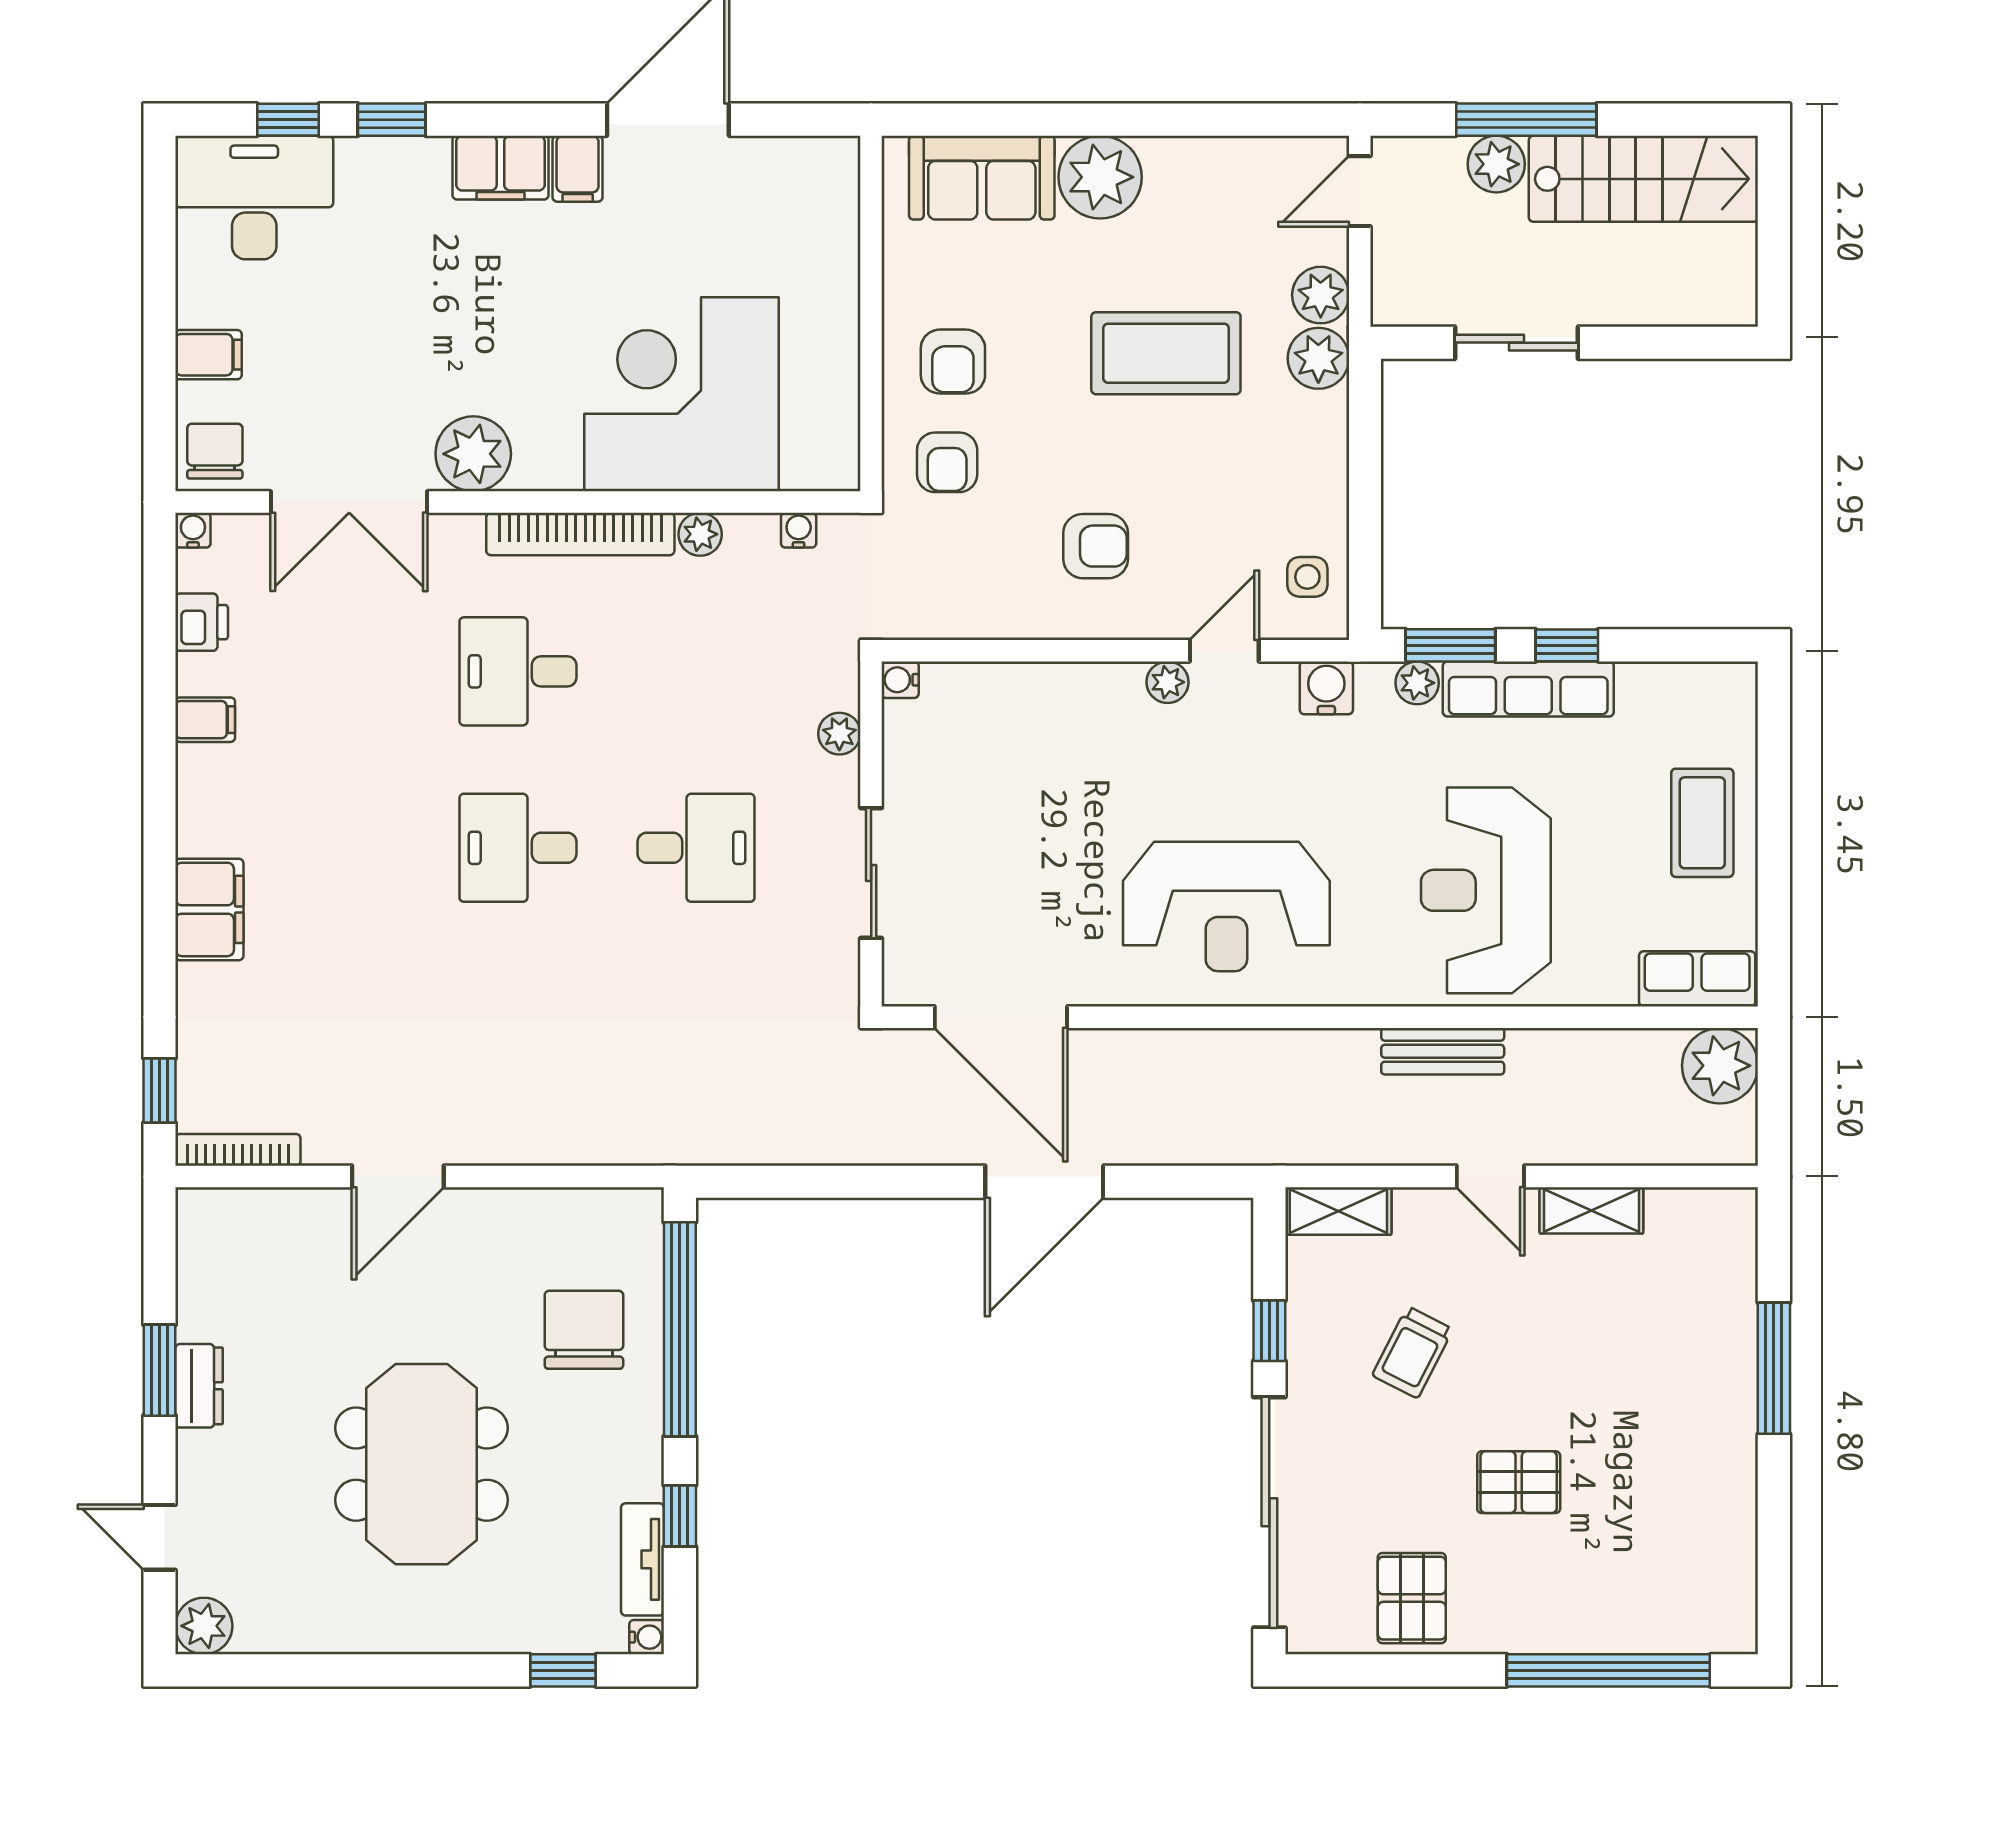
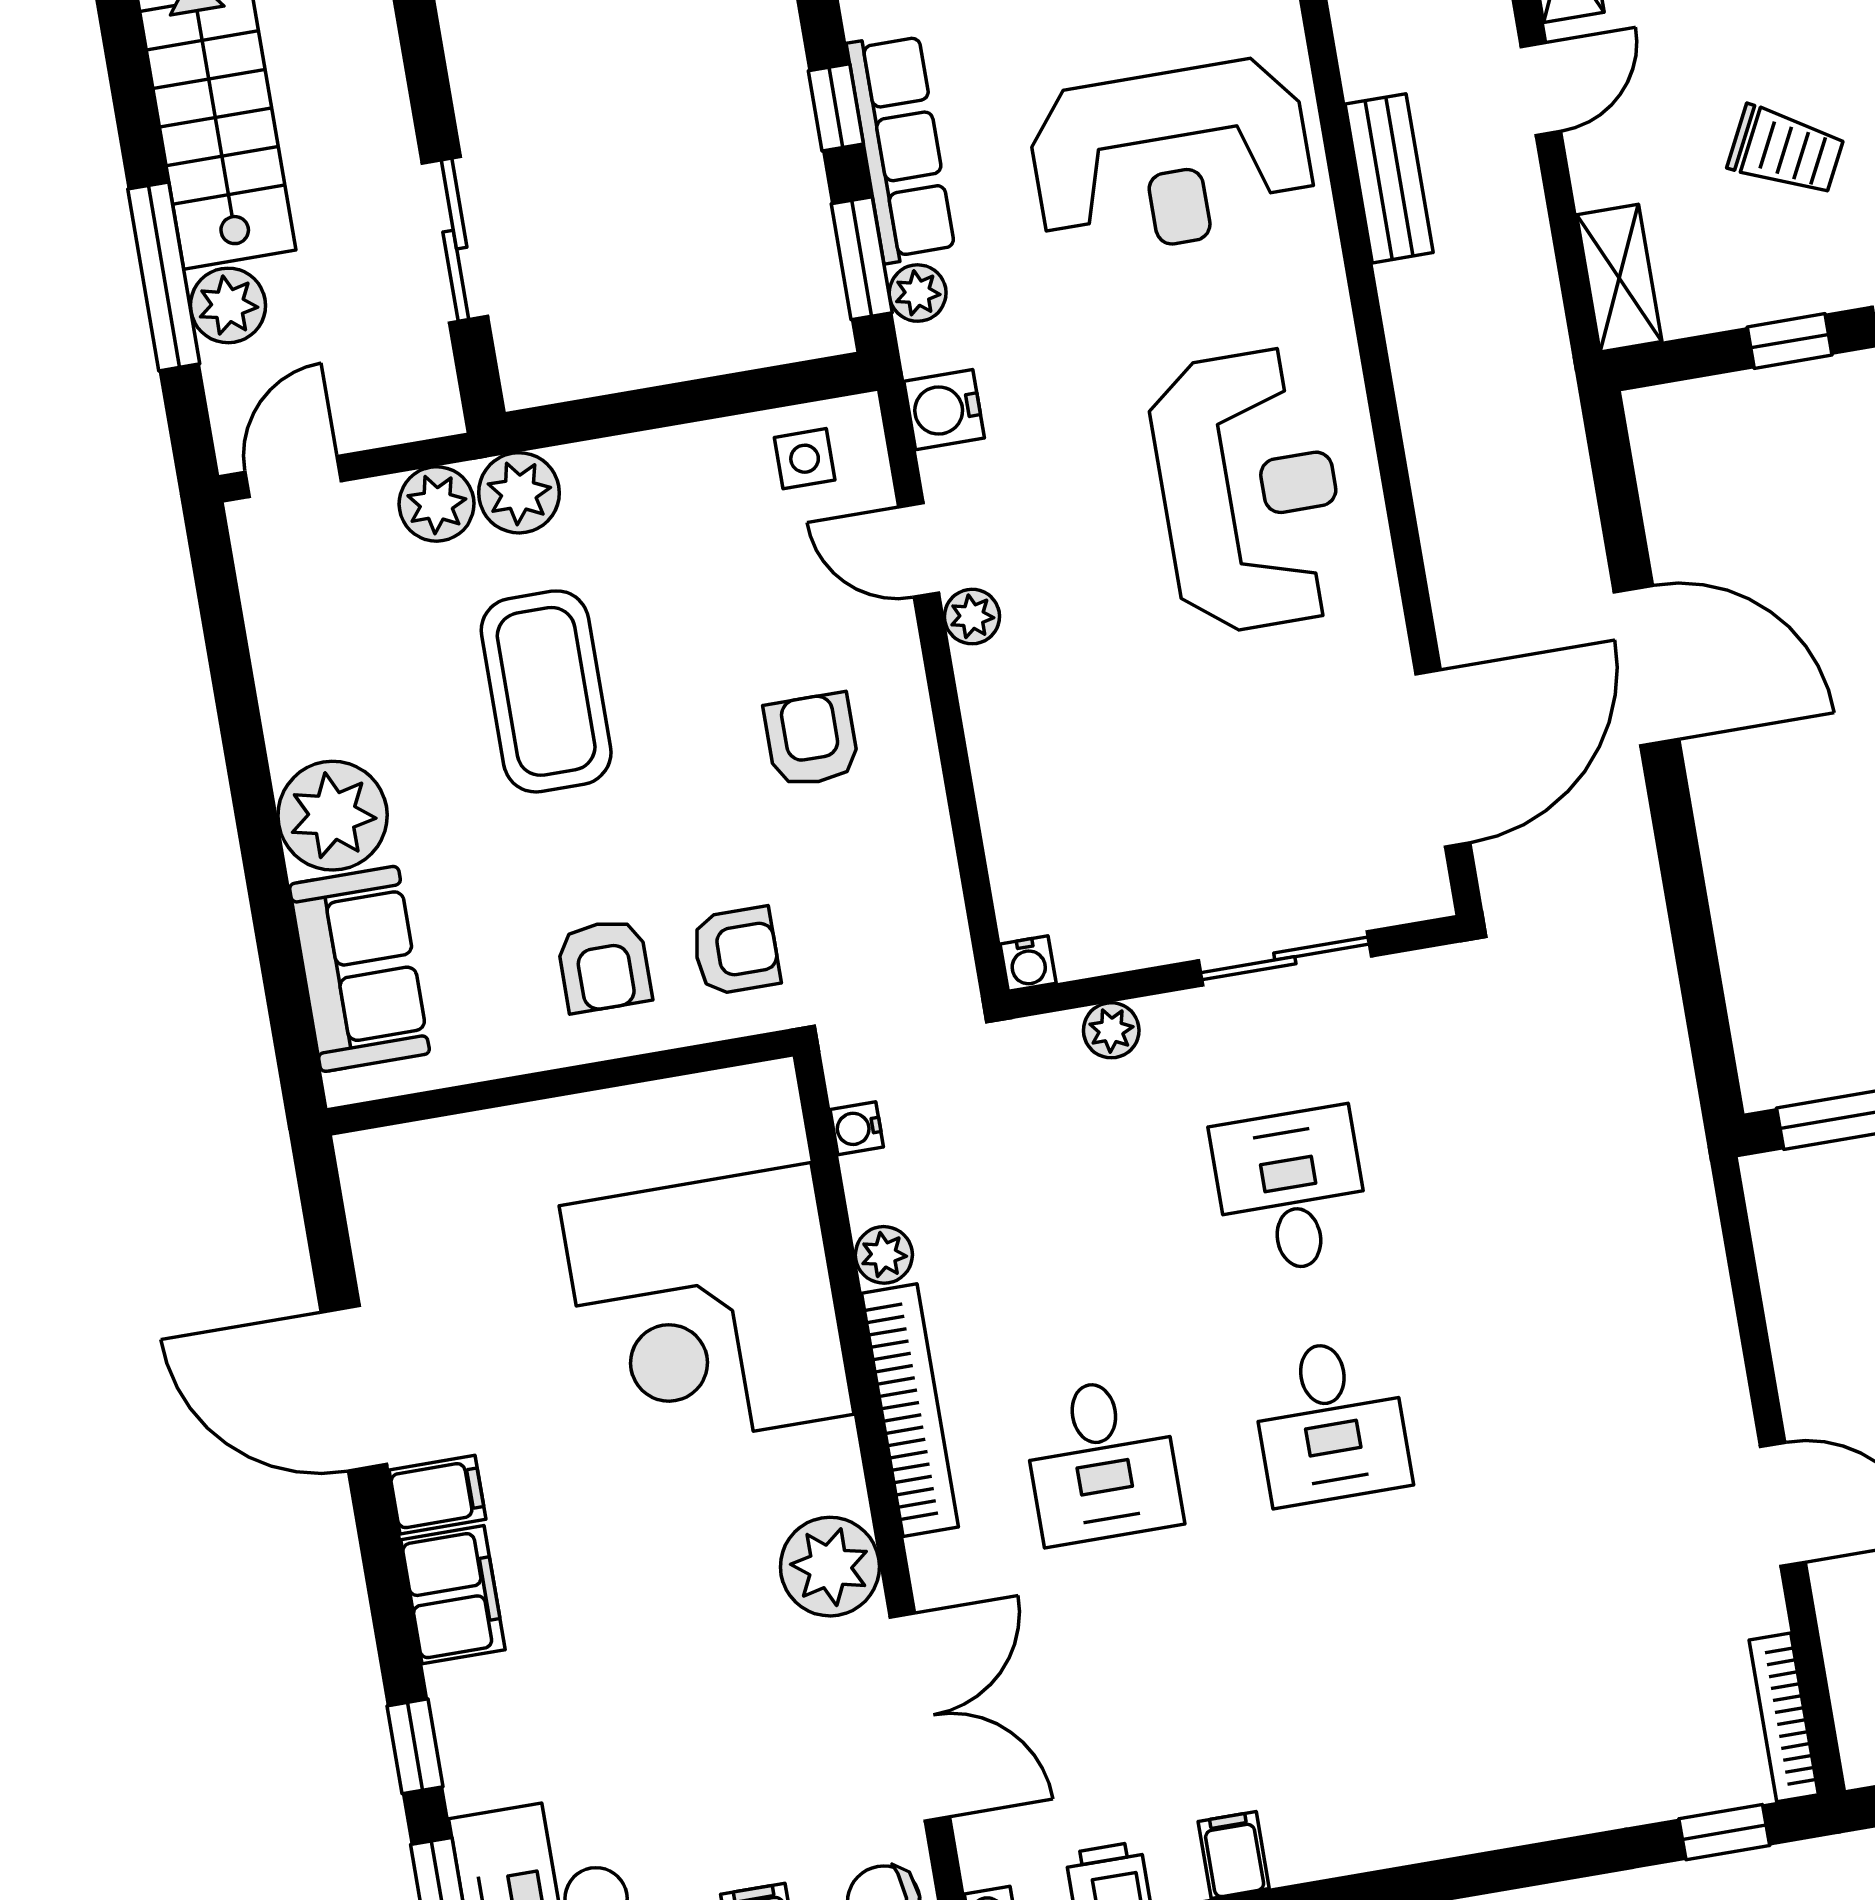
door: (1360, 191) -> (293, 476), swing flipped
armchair: (953, 362) -> (604, 966), turned 90
filing cabinet: (209, 909) -> (1479, 1808), removed

